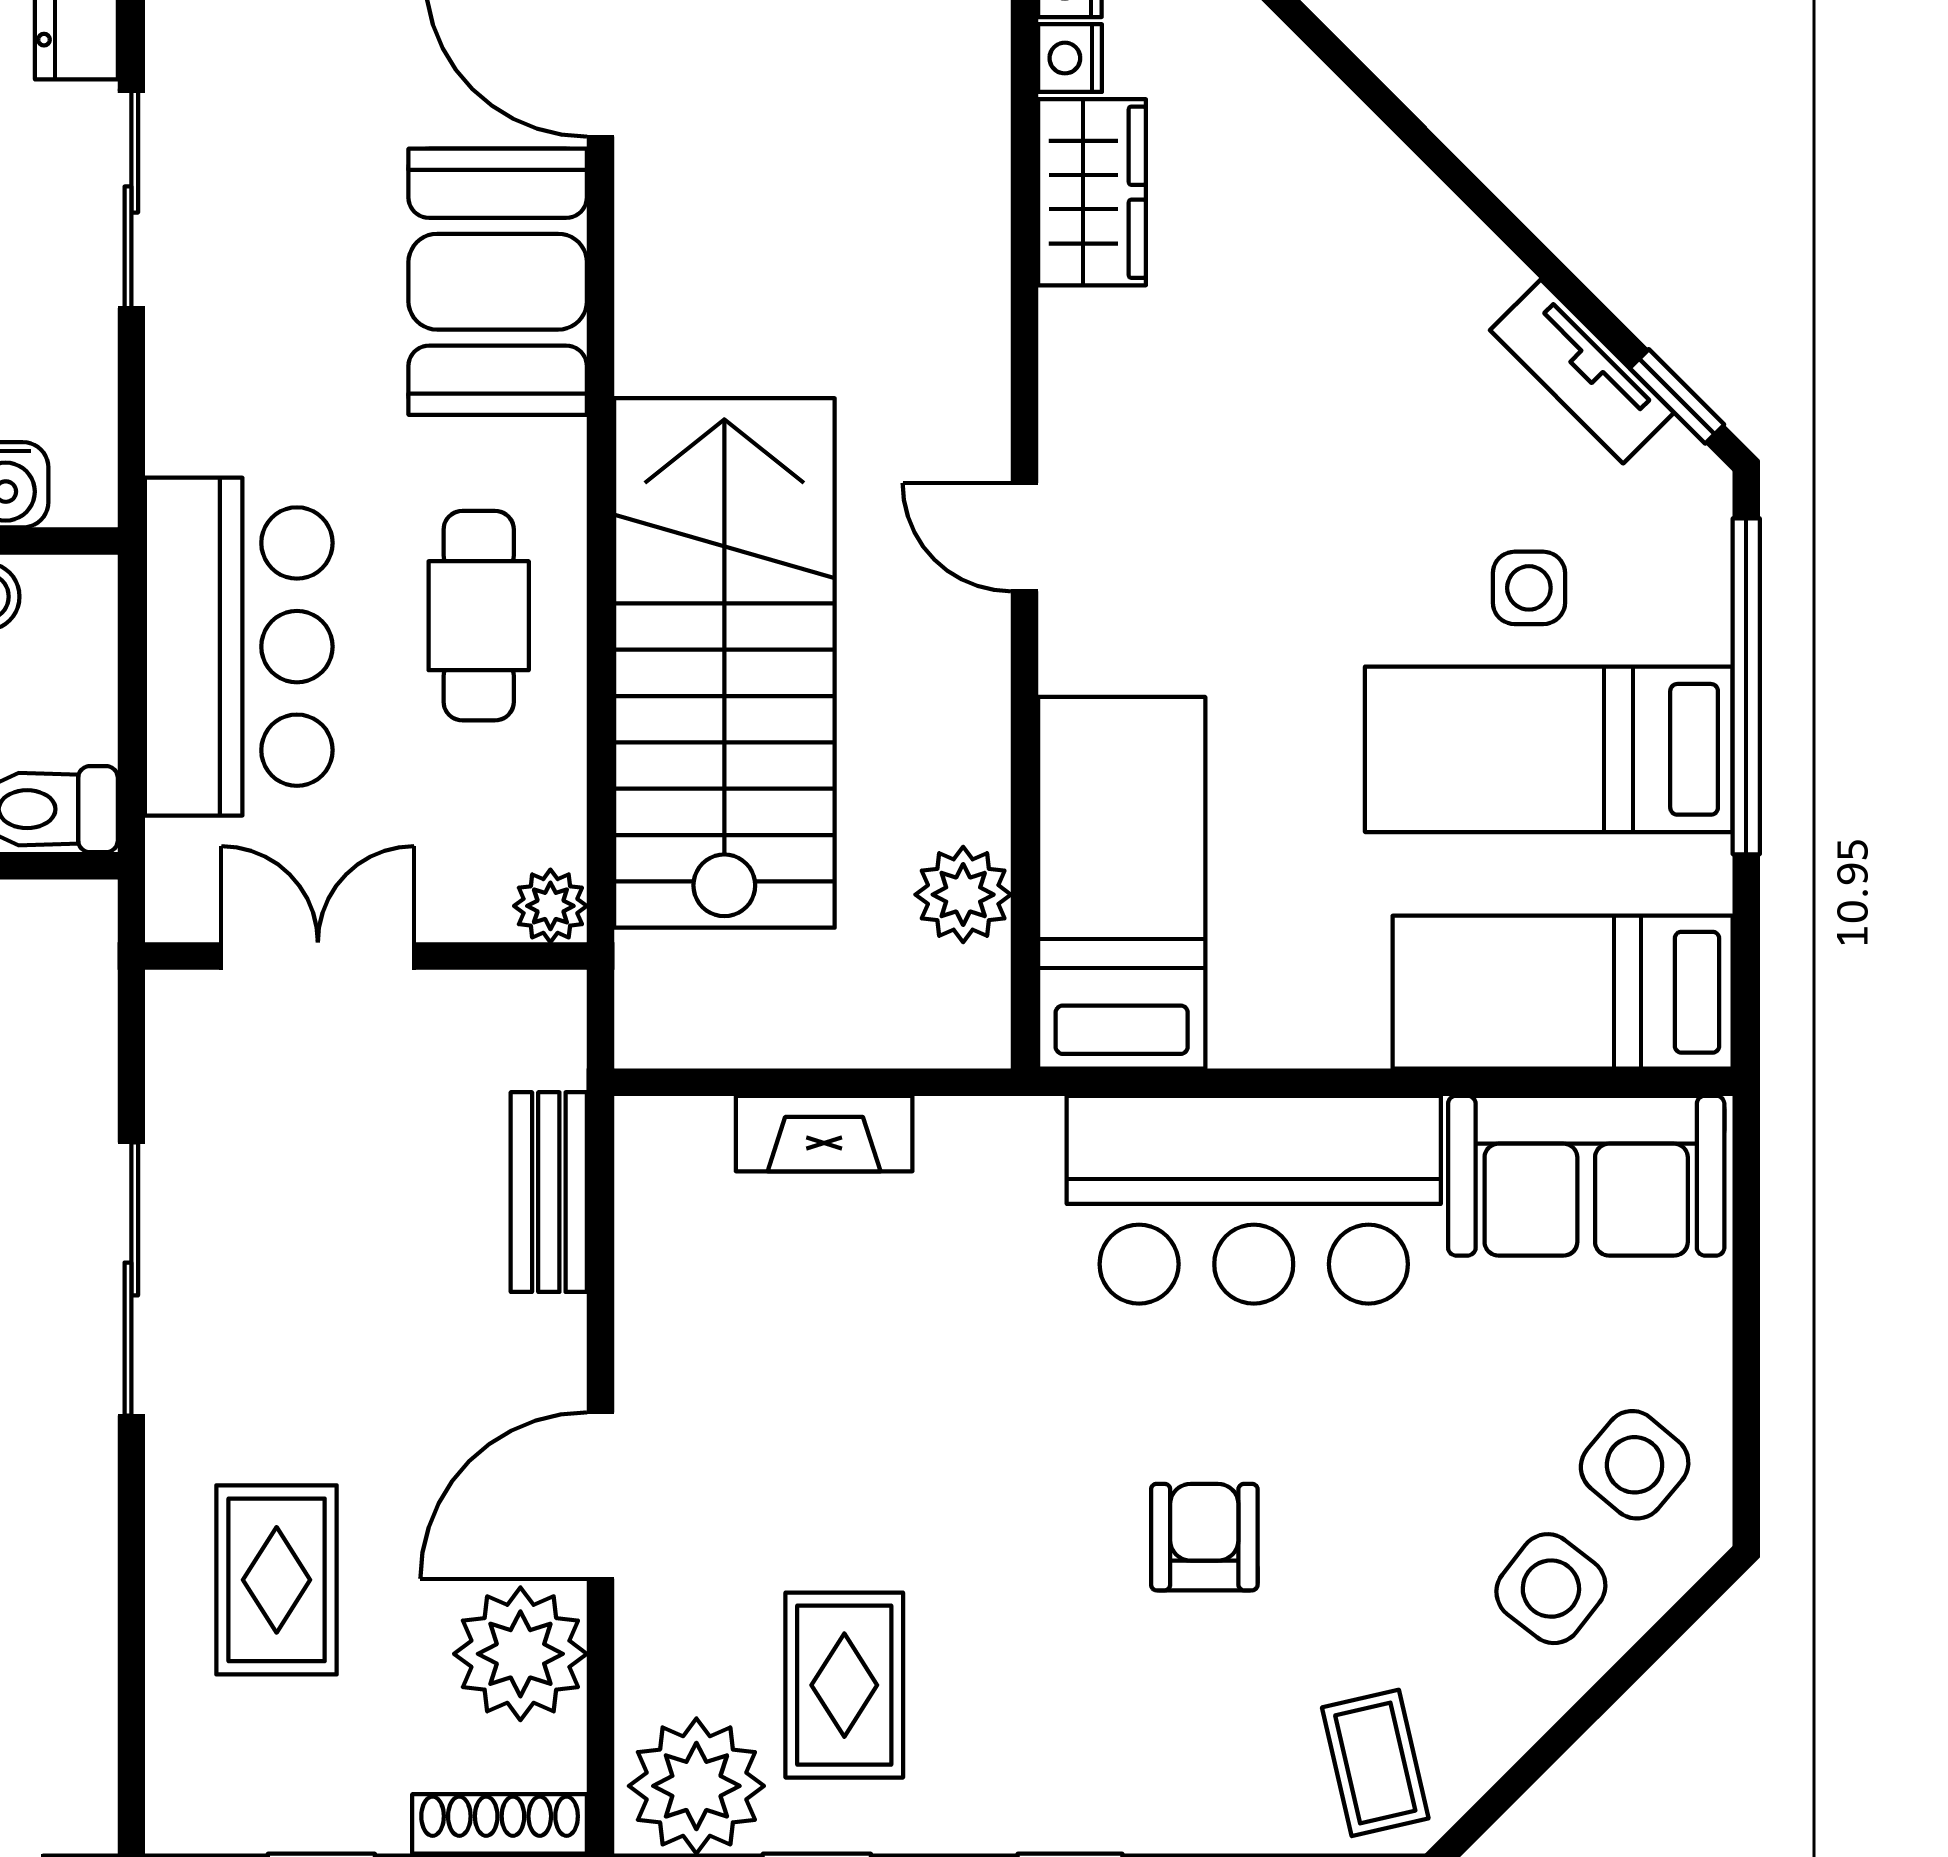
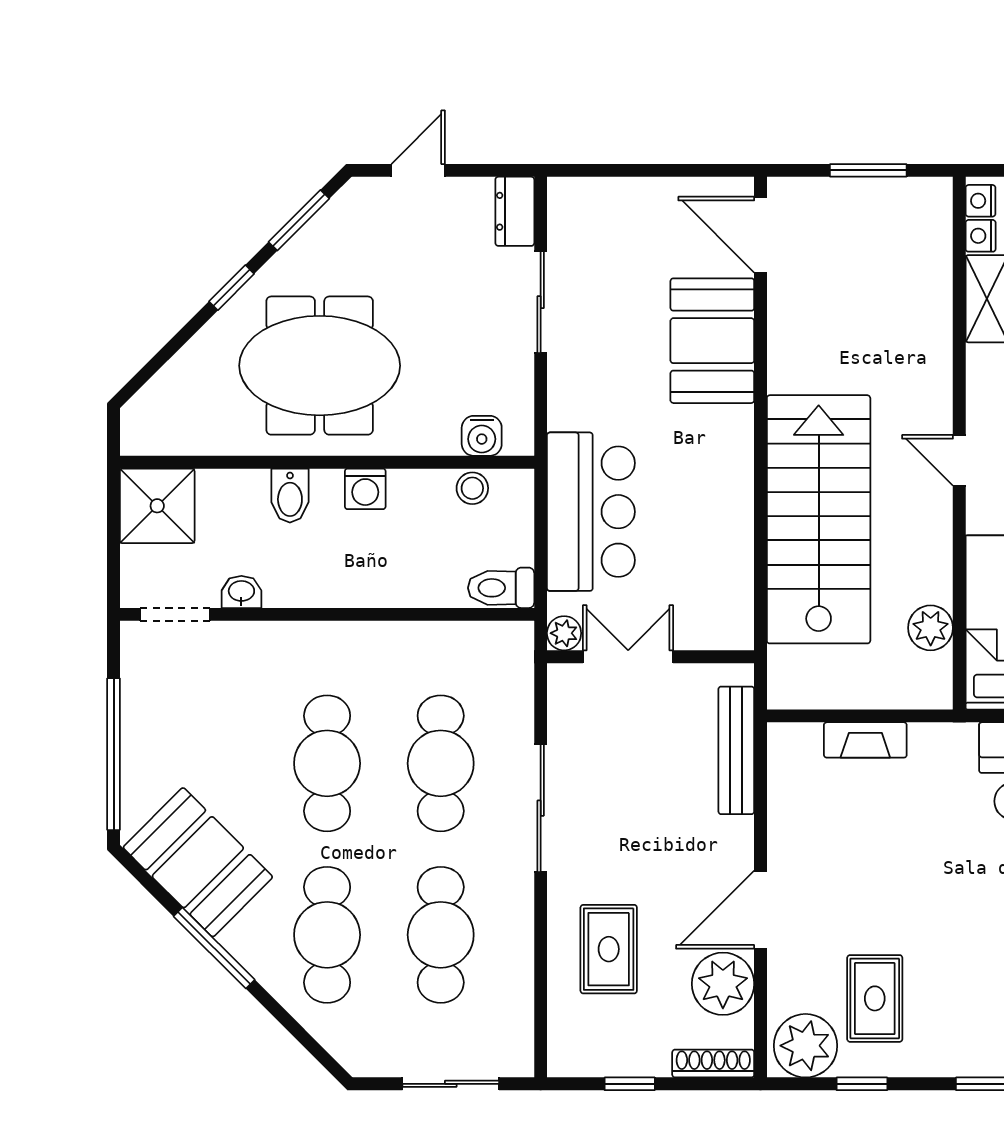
cafe table: (479, 616) -> (703, 497), removed
plant: (550, 906) -> (564, 633), moved
bench: (549, 1192) -> (736, 750), width x1.36

